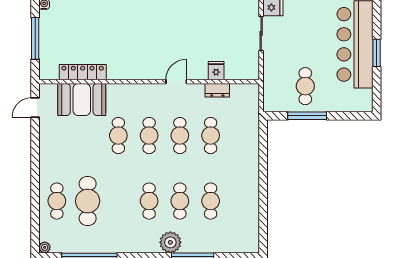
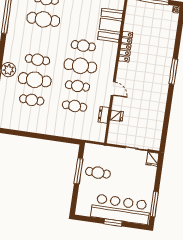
locker: (83, 72) -> (126, 47), moved
cafe table: (149, 136) -> (80, 66), width x1.37, depth x1.35
cafe table: (180, 201) -> (35, 80), width x1.37, depth x1.35

